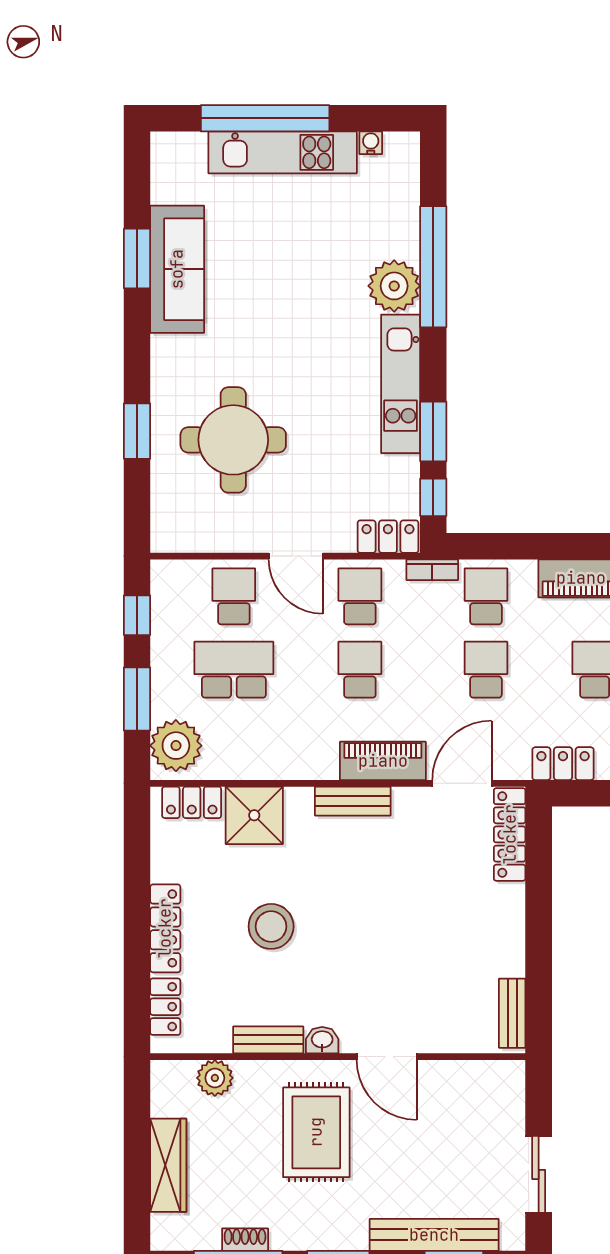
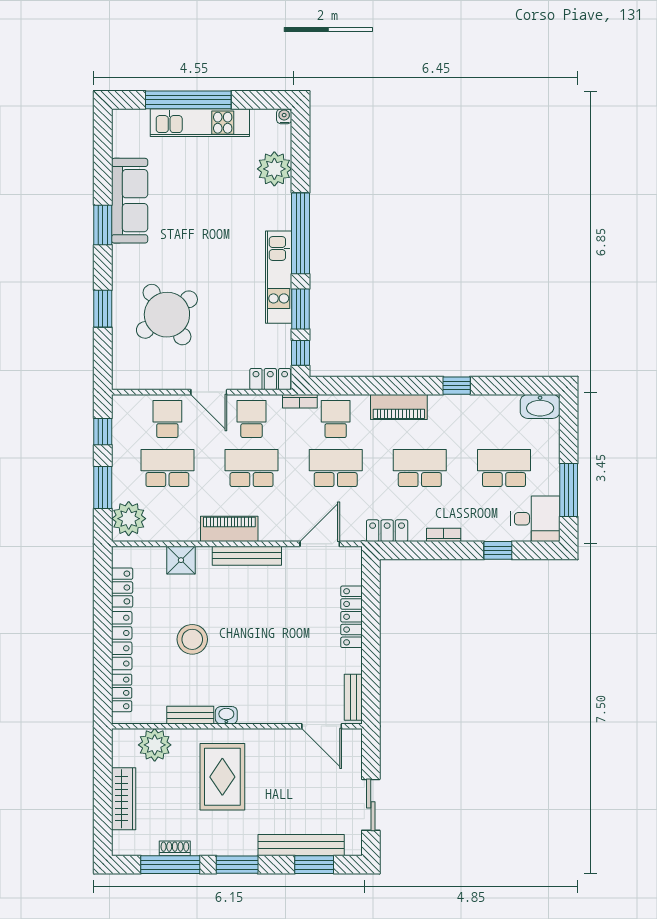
water cooler: (371, 143) -> (284, 116), moved
window: (137, 259) -> (103, 225), moved
window: (433, 267) -> (301, 233), moved
plant: (394, 286) -> (274, 169), moved
round table: (233, 440) -> (167, 315), turned -35
school desk: (360, 670) -> (252, 468), width x1.85
school desk: (486, 670) -> (336, 468), width x1.85
piano: (383, 761) -> (229, 529), moved
bench: (353, 801) -> (247, 556), width x1.36
locker: (192, 802) -> (122, 588), moved, turned -90
shower: (254, 815) -> (181, 560), width x0.73, depth x0.73
locker: (510, 834) -> (351, 617), moved
door: (387, 1057) -> (322, 726), moved
plant: (215, 1078) -> (155, 745), width x1.36, depth x1.36

